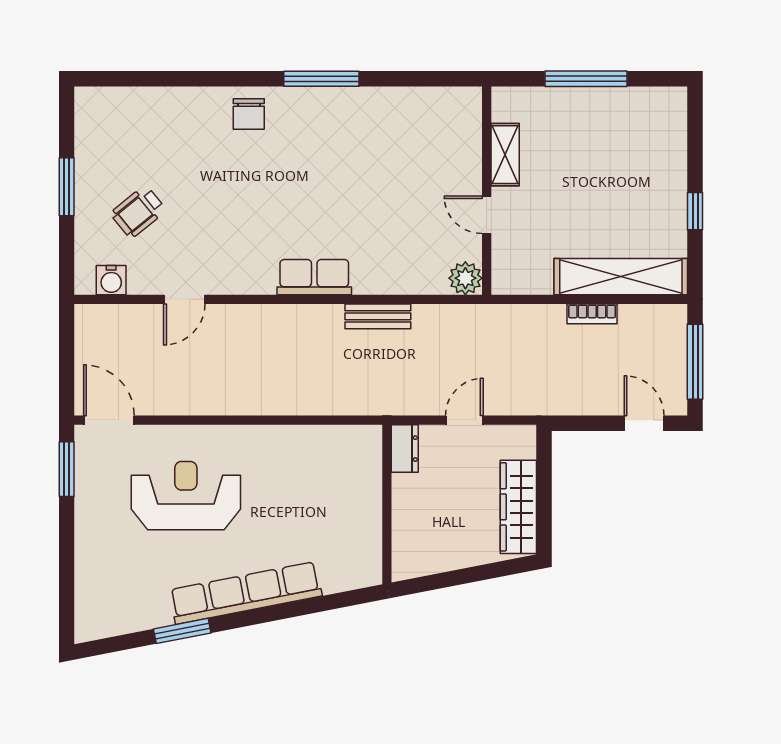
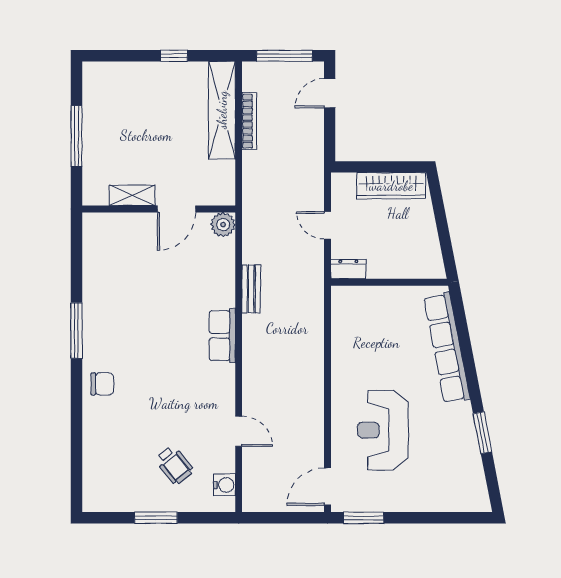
door: (487, 215) -> (176, 209), width x1.37
bookcase: (592, 314) -> (249, 121), width x1.56
row of seats: (246, 593) -> (447, 348), moved

